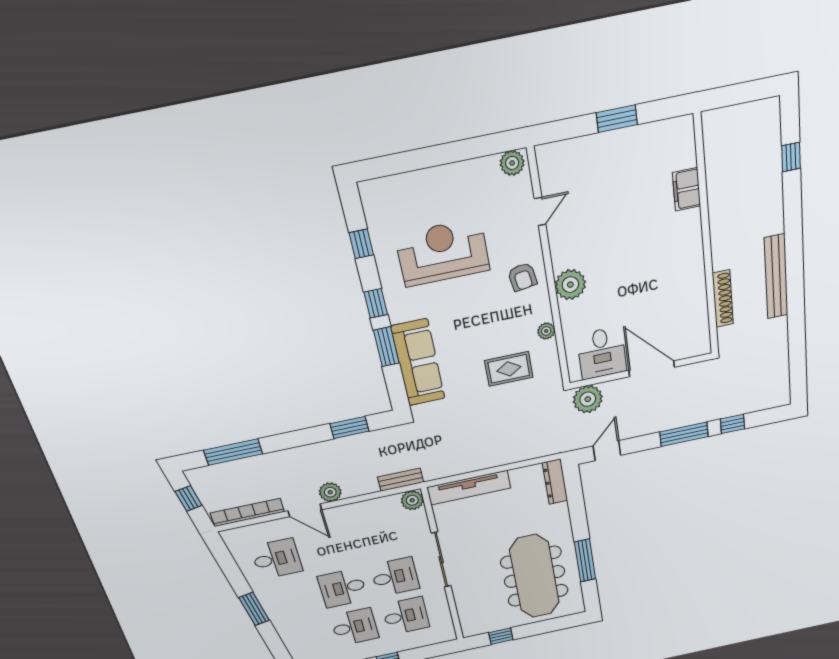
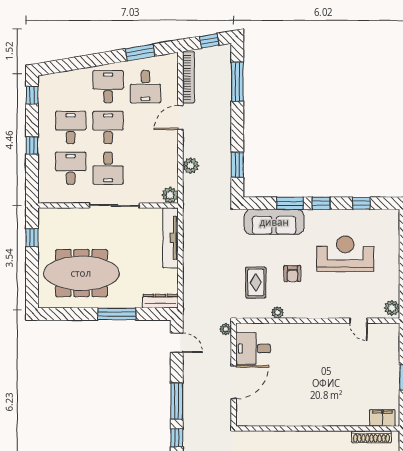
filing cabinet: (687, 189) -> (382, 418), moved
reception desk: (443, 252) -> (345, 254), turned -90
armchair: (522, 277) -> (292, 274), moved, turned -81
plant: (570, 285) -> (306, 333), removed
shoe rack: (723, 299) -> (371, 437), moved
plant: (588, 399) -> (226, 329), width x0.53, depth x0.53
bench: (401, 480) -> (189, 191), removed
plant: (330, 492) -> (191, 166), moved
window: (585, 560) -> (117, 314), moved
desk: (290, 599) -> (108, 87), added
window: (254, 609) -> (140, 52), moved
desk: (406, 616) -> (71, 168), turned 180
desk: (355, 627) -> (71, 127), turned 180

